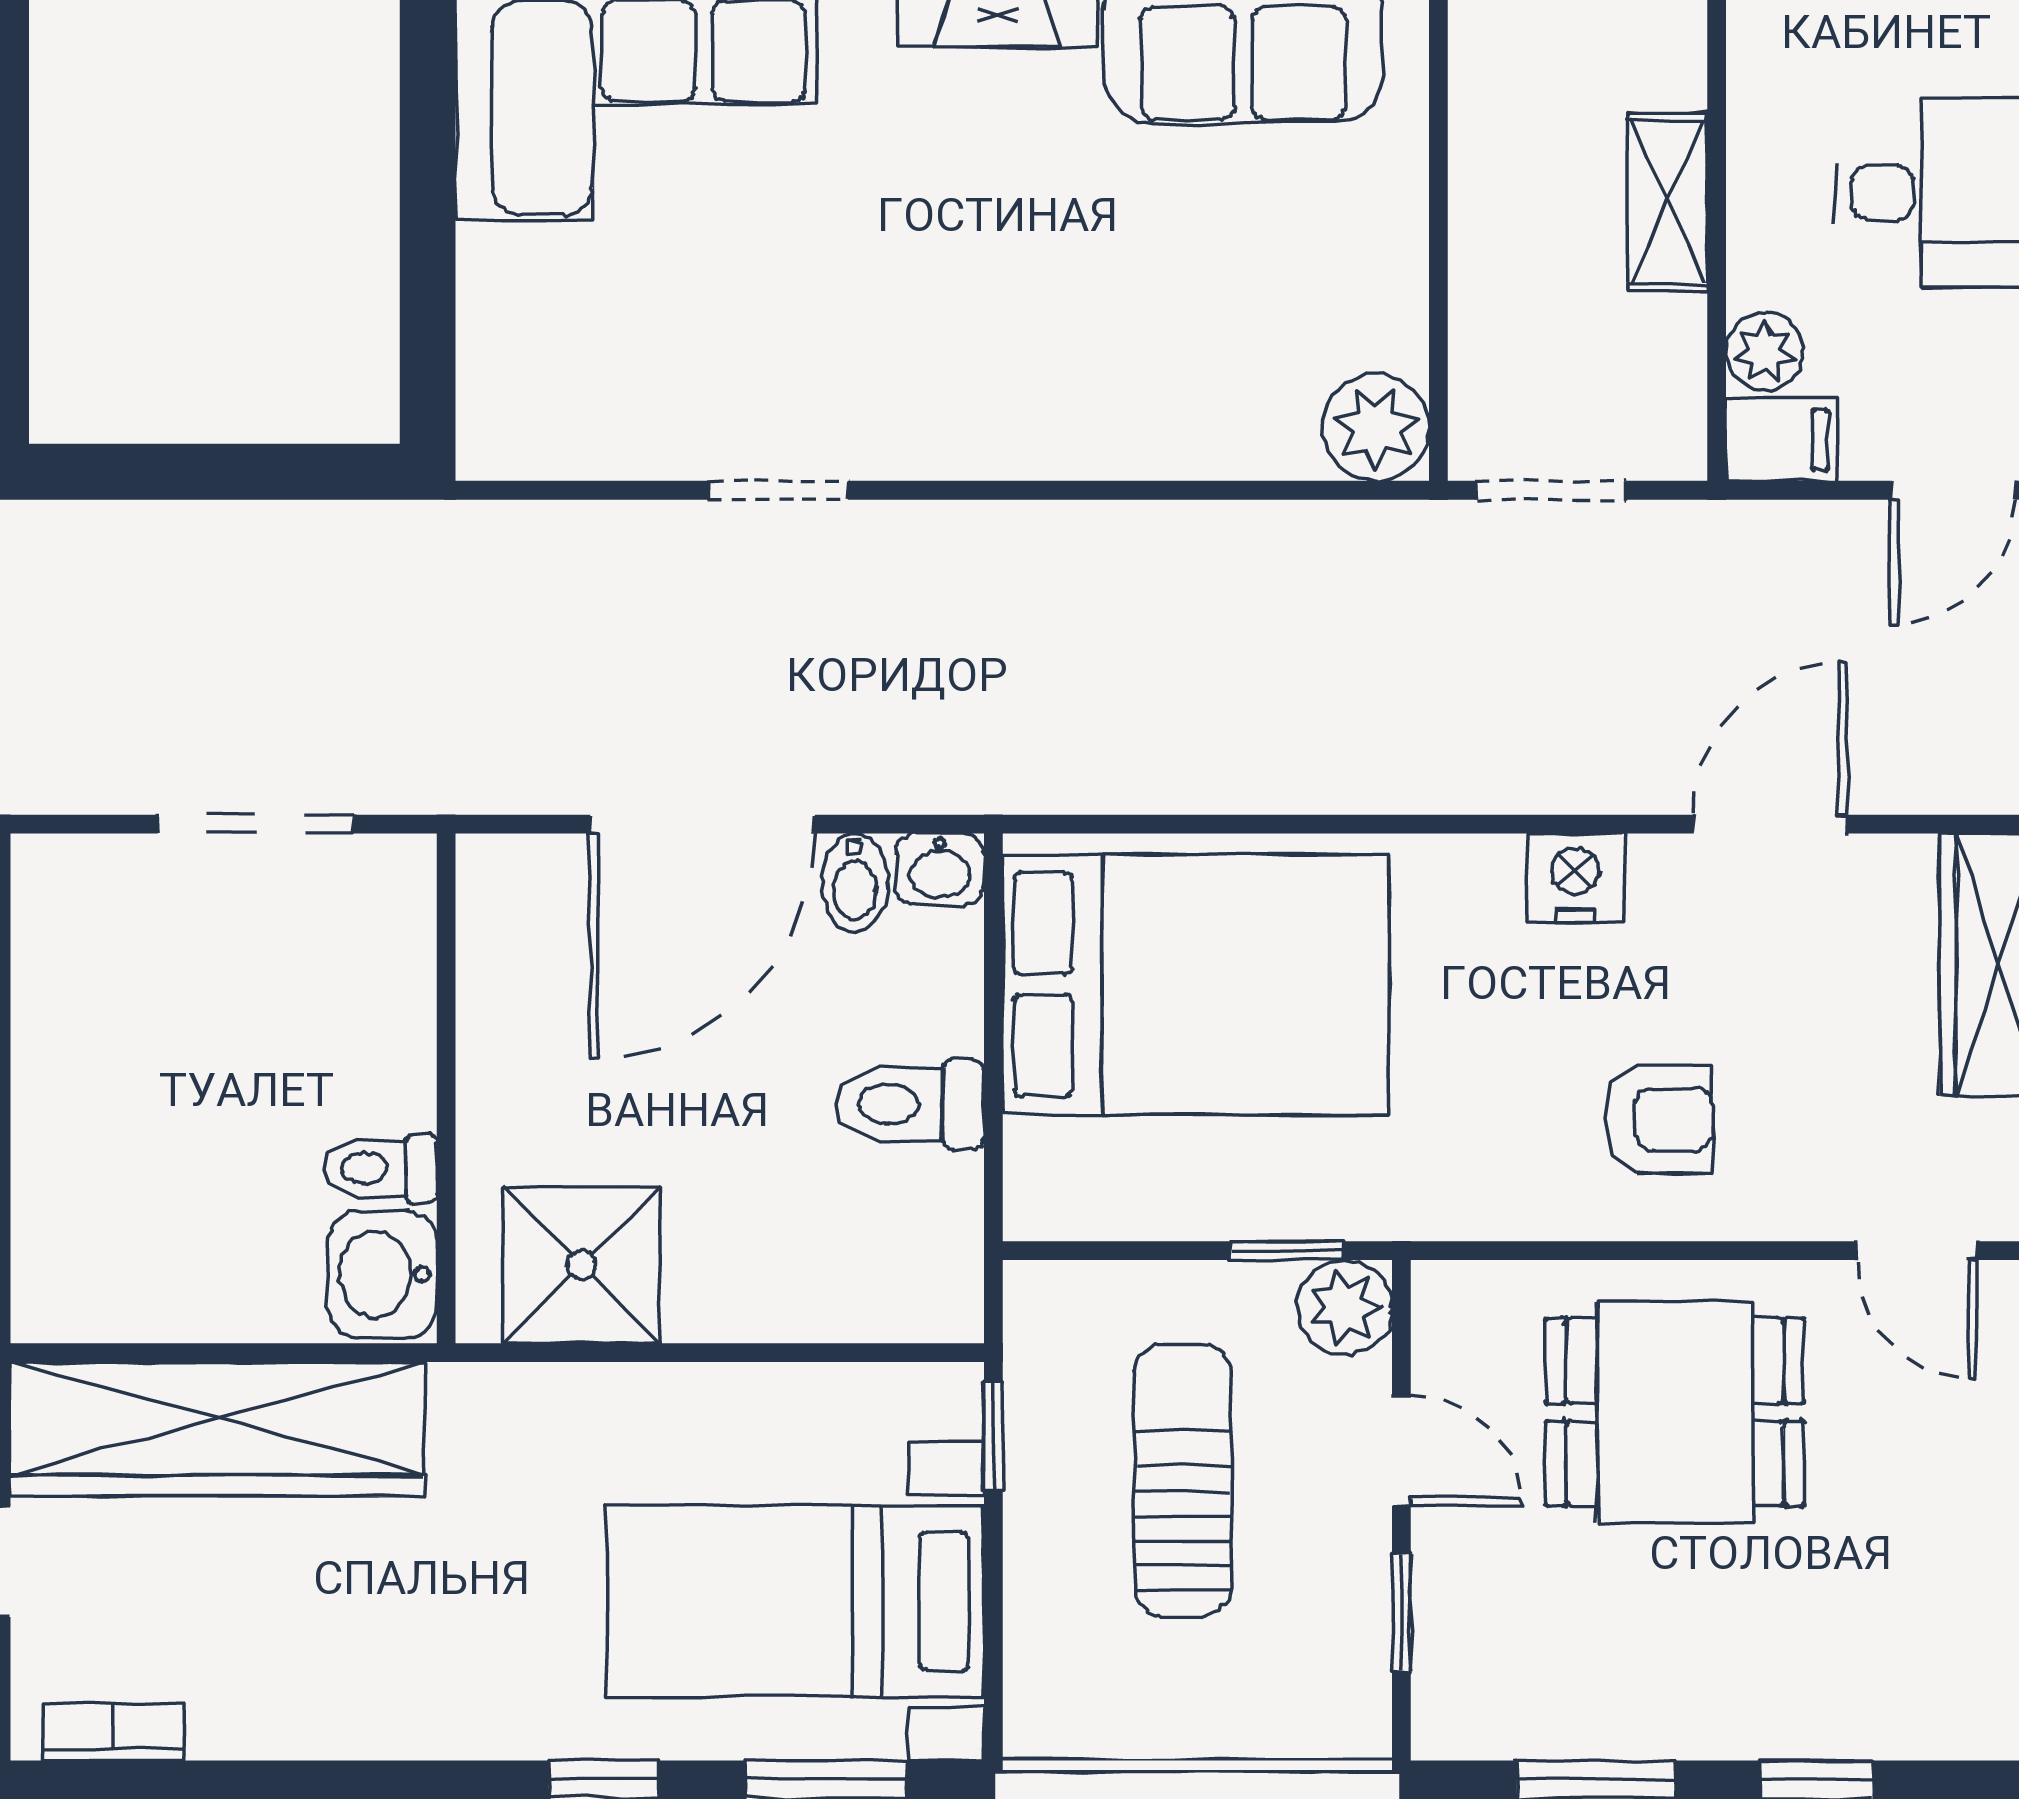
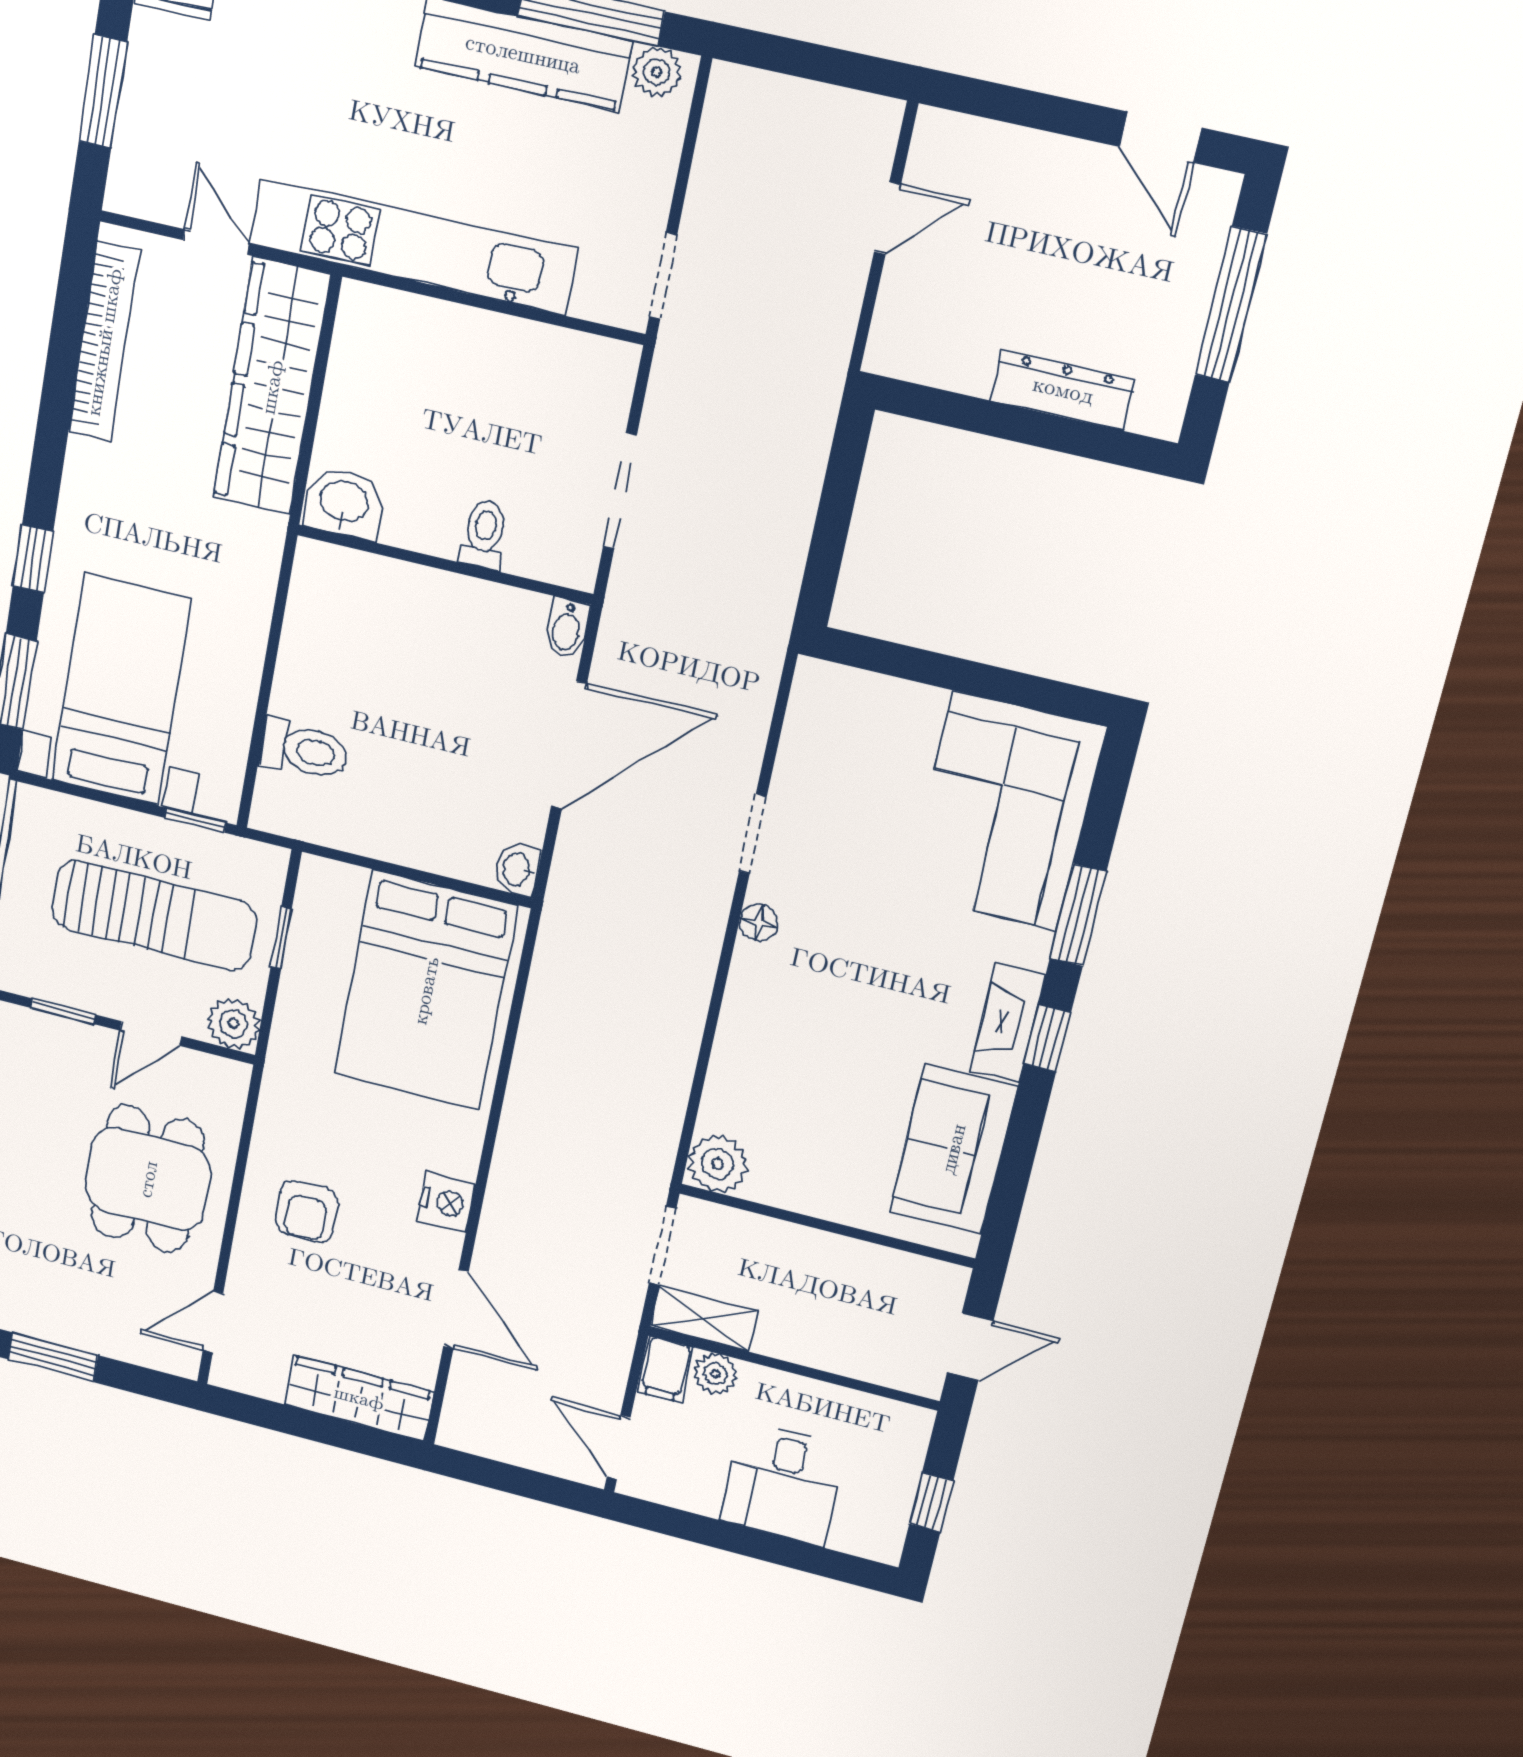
shelving: (1668, 202) -> (704, 1319), moved
floor lamp: (929, 448) -> (759, 923), added
door: (702, 824) -> (569, 745), swing flipped
bidet: (855, 882) -> (567, 628), moved, turned -90
toilet: (909, 1104) -> (304, 750), moved, turned 90
toilet: (380, 1168) -> (484, 535), moved
window: (1287, 1251) -> (281, 938), moved
shower: (581, 1265) -> (330, 617), removed
sun lounger: (1183, 1480) -> (154, 915), width x1.36, depth x1.34
bookcase: (114, 1732) -> (104, 342), width x2.31, depth x1.31

